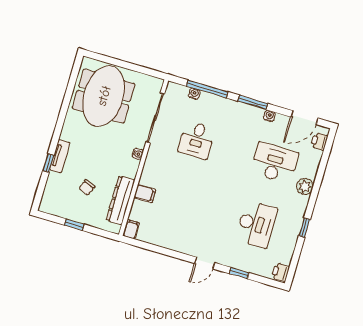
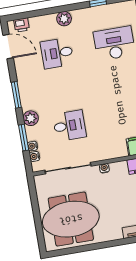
window: (207, 89) -> (24, 138), width x0.69
plant: (223, 105) -> (31, 118), added
water cooler: (269, 116) -> (35, 156), moved
desk: (274, 163) -> (57, 53), width x0.73

